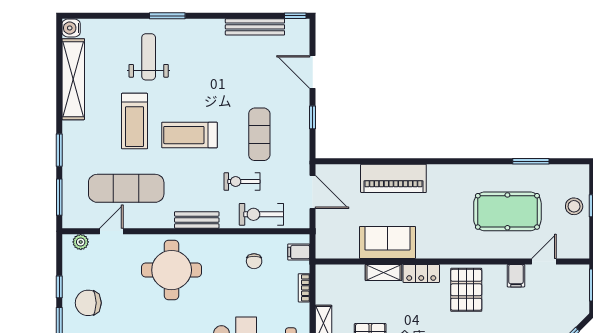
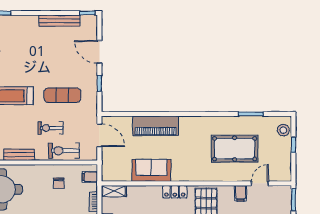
exercise mat: (259, 134) -> (62, 95), turned 90
stool: (574, 206) -> (283, 130), moved
shelving: (384, 272) -> (114, 191), moved

